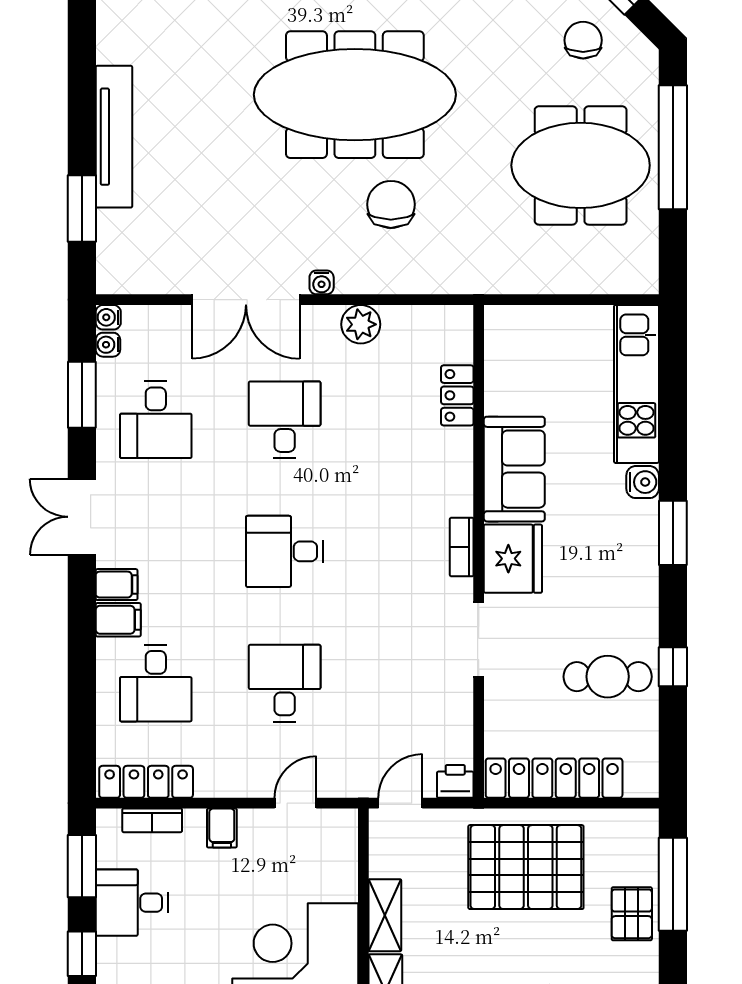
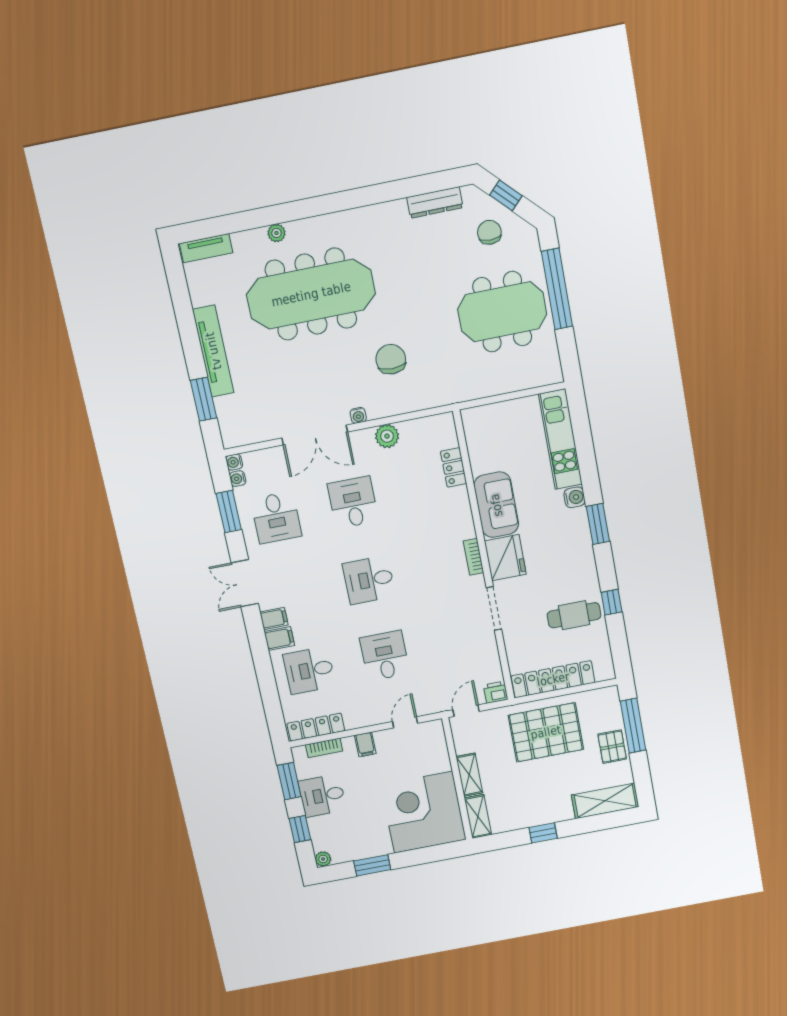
meeting table: (355, 95) -> (311, 294), moved
desk: (156, 683) -> (309, 670), turned 90

